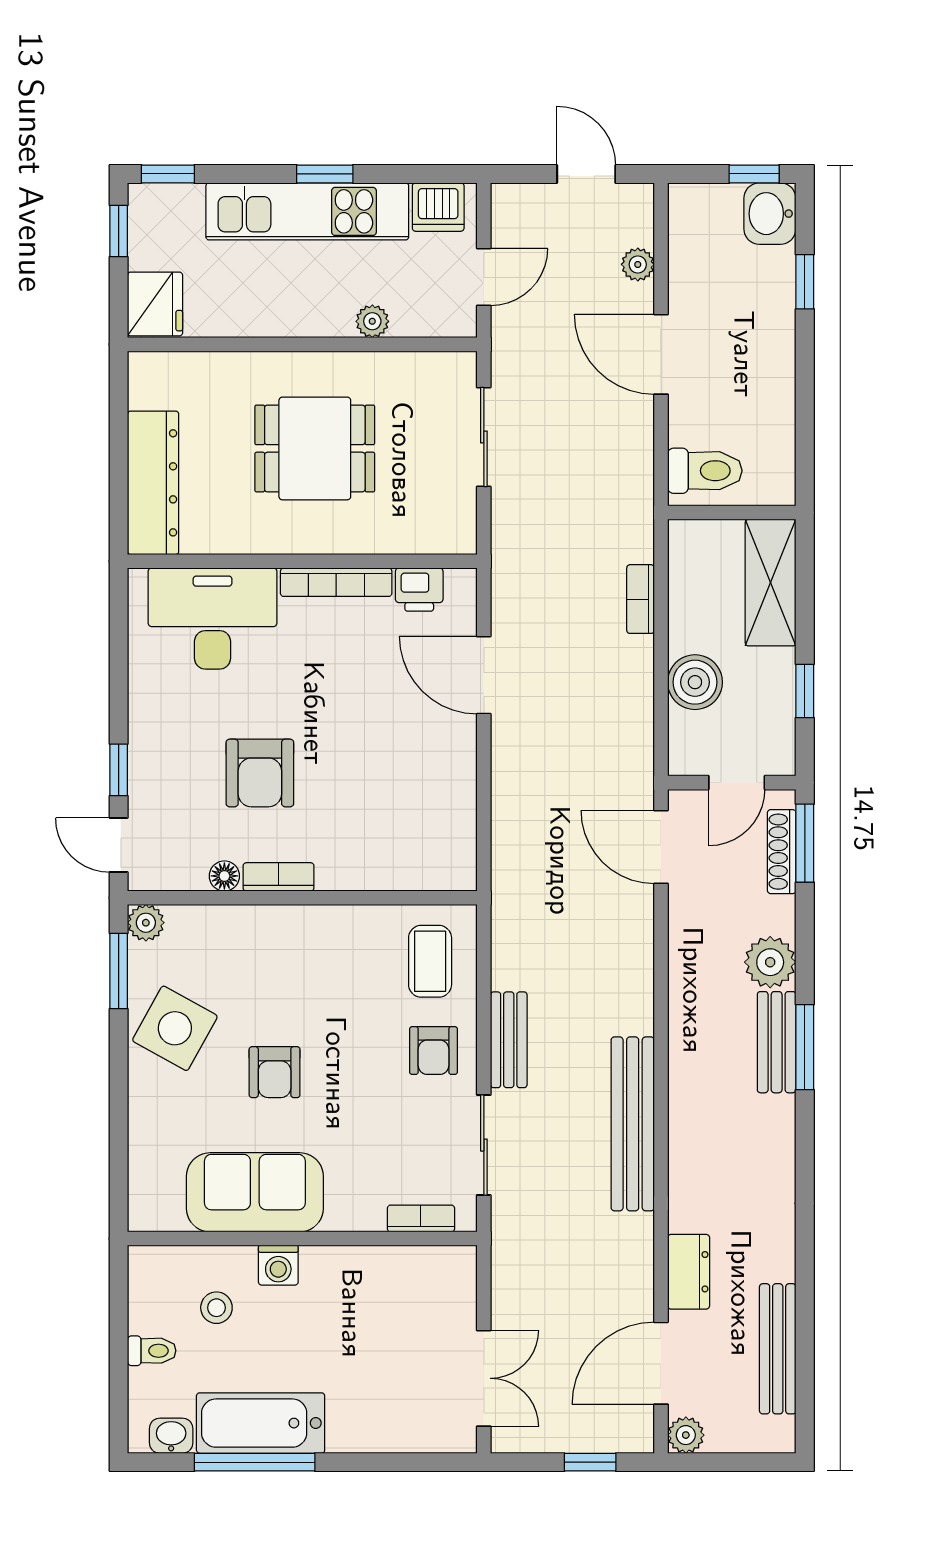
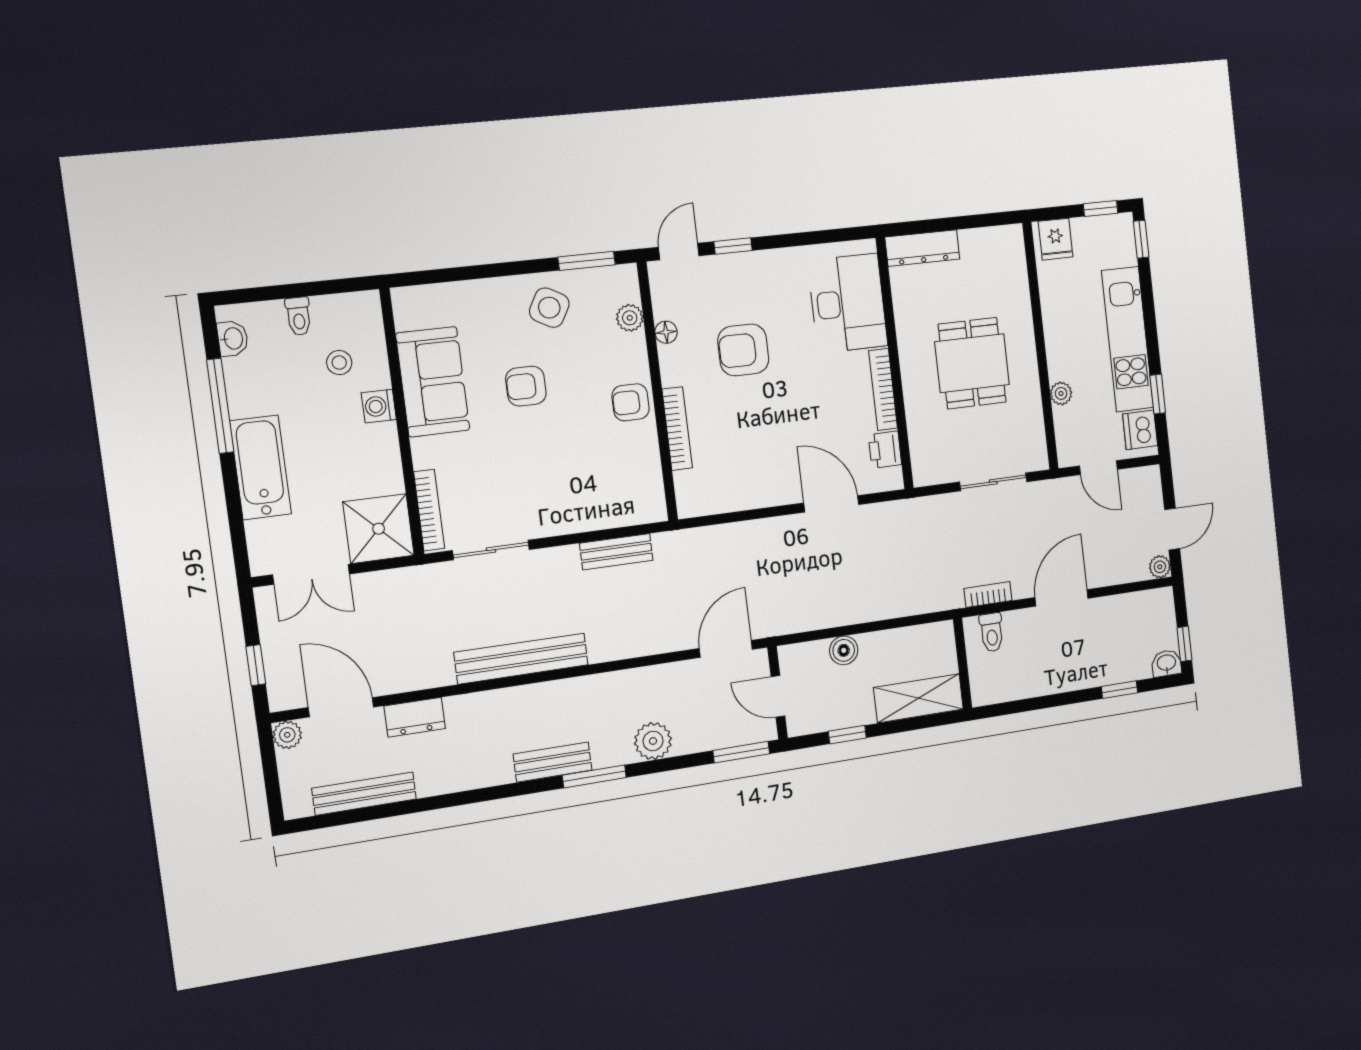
window: (325, 174) -> (1158, 394), moved
washbasin: (770, 214) -> (1166, 663), width x0.72, depth x0.69
plant: (638, 264) -> (1160, 567), moved
fridge: (155, 304) -> (1056, 239), width x0.72
toilet: (705, 471) -> (992, 632), width x0.73, depth x0.72
dresser: (153, 483) -> (922, 248), width x0.73, depth x0.80
bookcase: (641, 599) -> (988, 594), moved
door: (484, 675) -> (831, 504), hinge flipped
boiler: (695, 682) -> (844, 650), width x0.73, depth x0.73
shoe rack: (782, 852) -> (733, 736), removed
bookcase: (278, 877) -> (677, 429), moved, width x1.56
plant: (146, 923) -> (630, 318), moved
coffee table: (430, 961) -> (623, 492), removed
side table: (175, 1028) -> (549, 308), width x0.73, depth x0.73
bench: (509, 1040) -> (616, 552), moved
bench: (777, 1042) -> (553, 762), moved
armchair: (434, 1051) -> (631, 402), moved
bookcase: (421, 1219) -> (429, 510), width x1.56
shower: (436, 1286) -> (379, 529), added
bathtub: (261, 1423) -> (261, 467), moved

